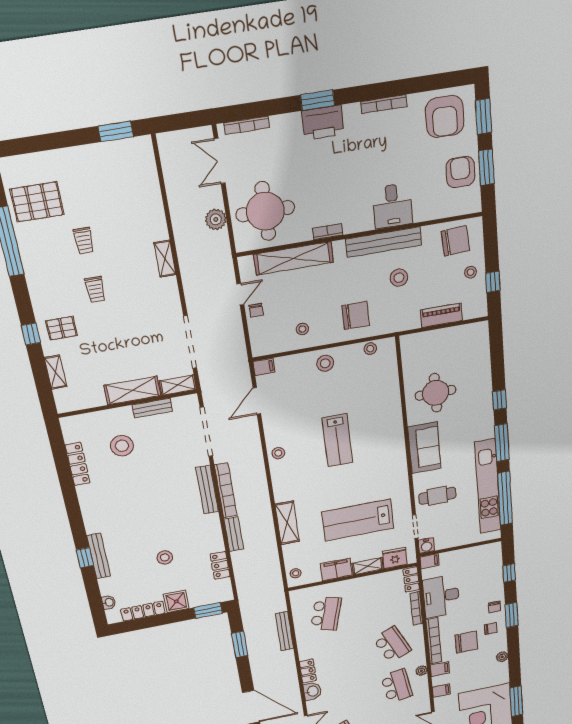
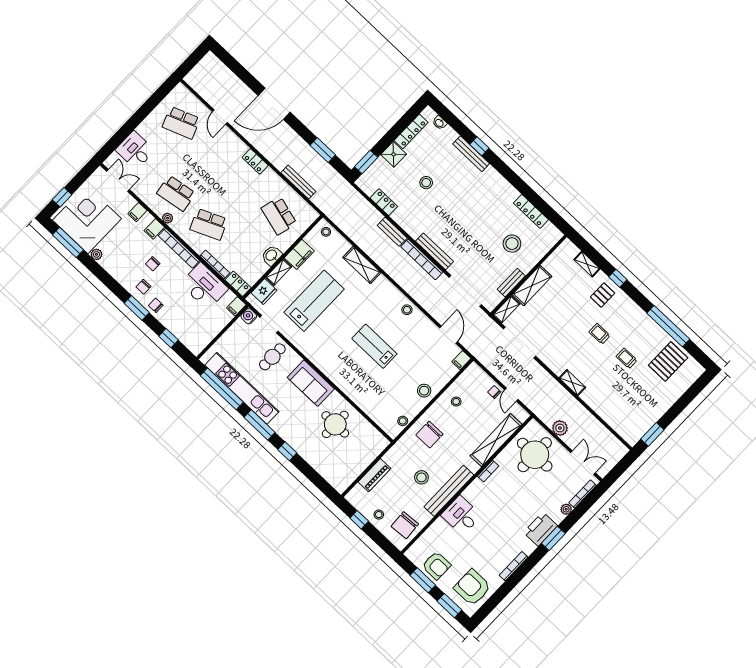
plant: (278, 122) -> (566, 509), added
chair: (466, 642) -> (153, 264), width x0.54, depth x0.54
plant: (502, 657) -> (96, 254), moved
washbasin: (312, 691) -> (272, 255), moved, turned 90

